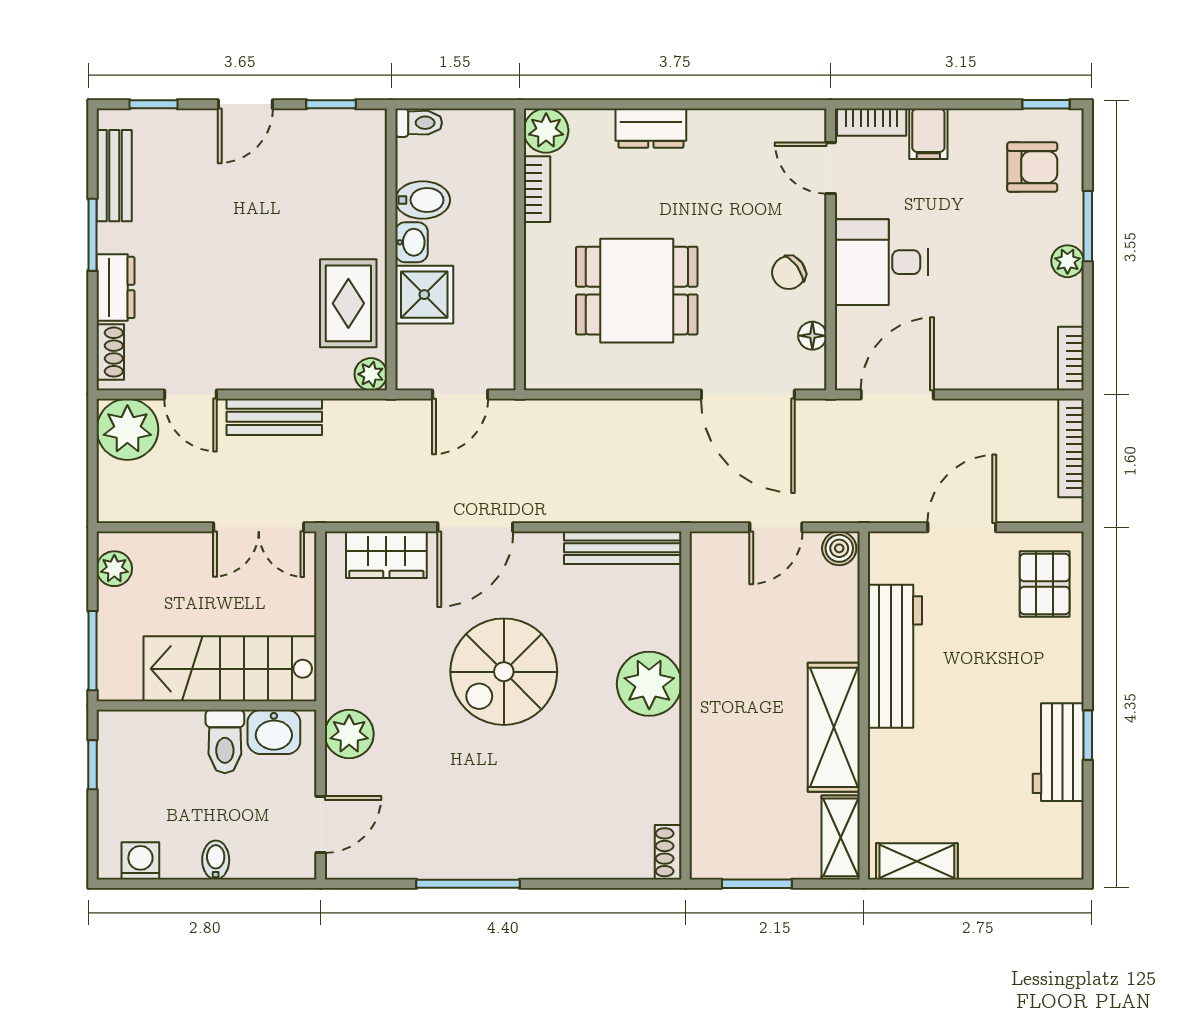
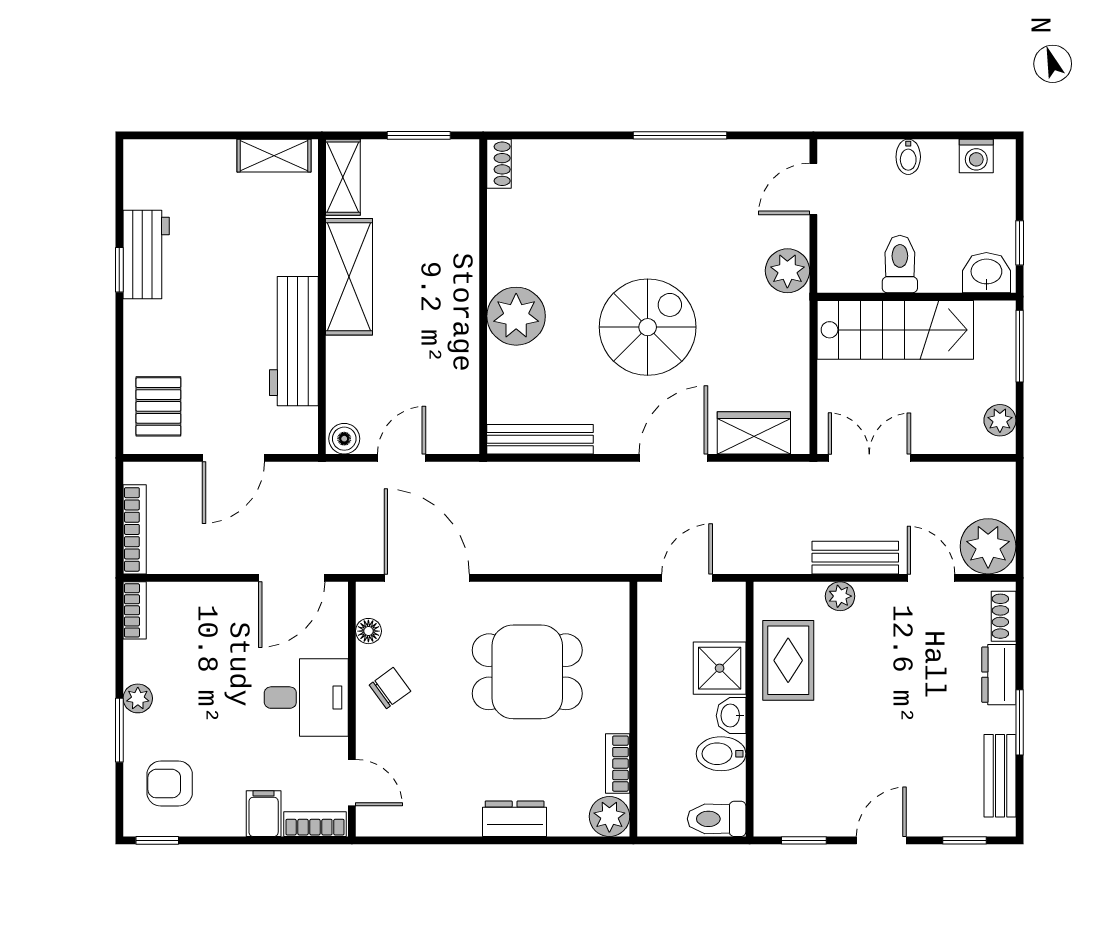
toilet: (419, 123) -> (717, 819), width x1.37, depth x1.39
plant: (371, 374) -> (840, 596), moved
washbasin: (274, 732) -> (986, 273), moved

